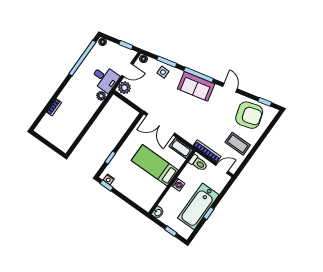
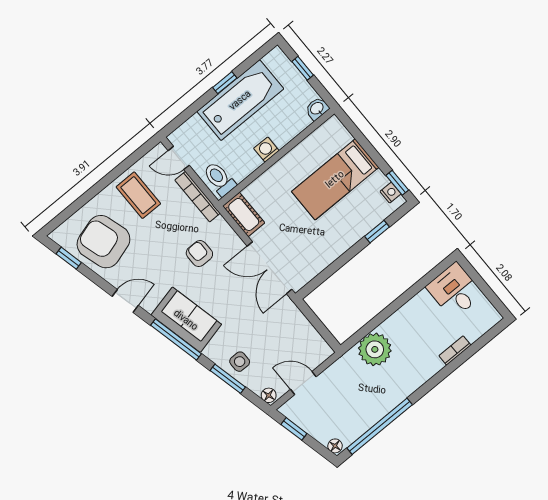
desk: (105, 78) -> (455, 291), moved
plant: (124, 88) -> (317, 352), removed
door: (230, 88) -> (125, 301), swing flipped
plant: (101, 96) -> (375, 349), width x1.87, depth x1.87
armchair: (198, 122) -> (199, 254), added
double door: (160, 124) -> (270, 268), swing flipped
bed: (155, 165) -> (335, 179), moved, turned 90

